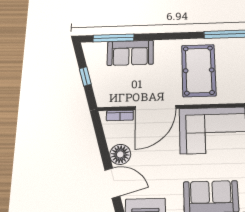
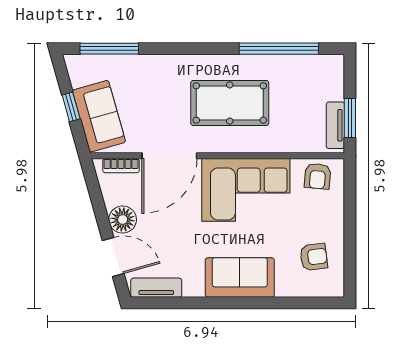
sofa: (130, 53) -> (99, 116), moved, turned -106
pool table: (199, 70) -> (230, 103), turned 90

